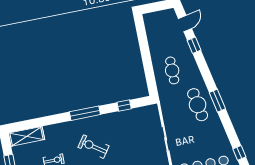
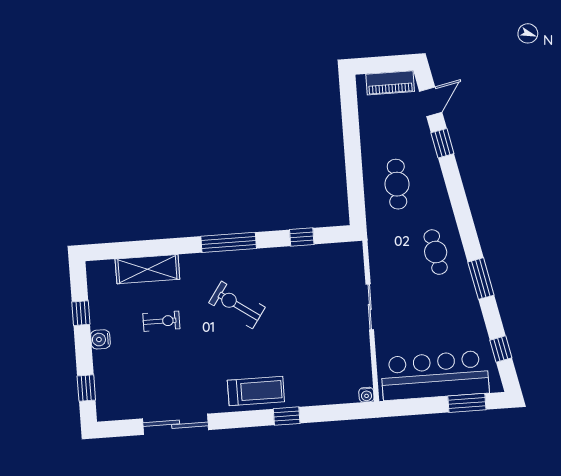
piano: (162, 16) -> (390, 83), added
window: (217, 101) -> (481, 279), moved
cafe table: (198, 105) -> (436, 252), width x0.73, depth x0.74
shelving: (27, 136) -> (147, 269), moved

